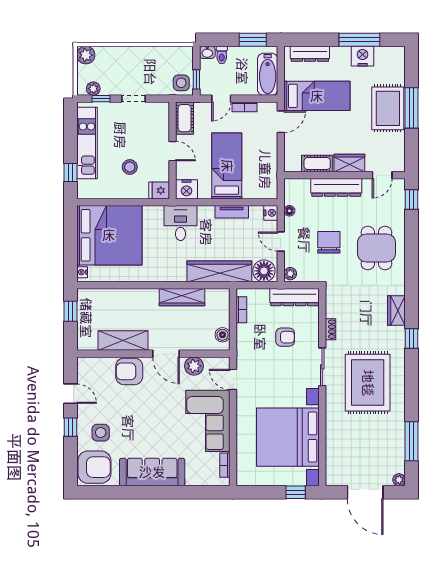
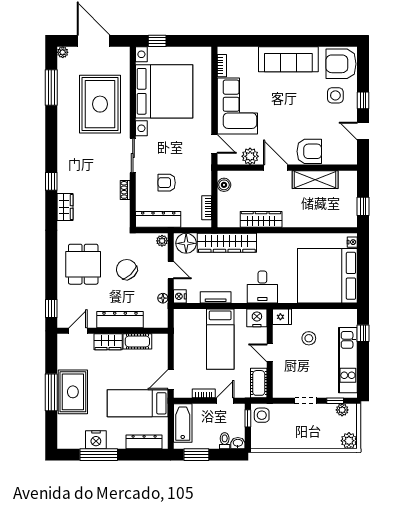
chair: (329, 242) -> (127, 269), turned 136
rug: (368, 383) -> (100, 104), moved

